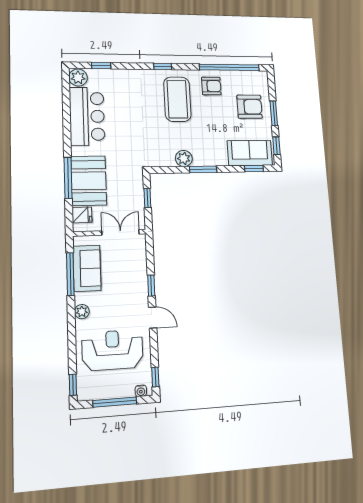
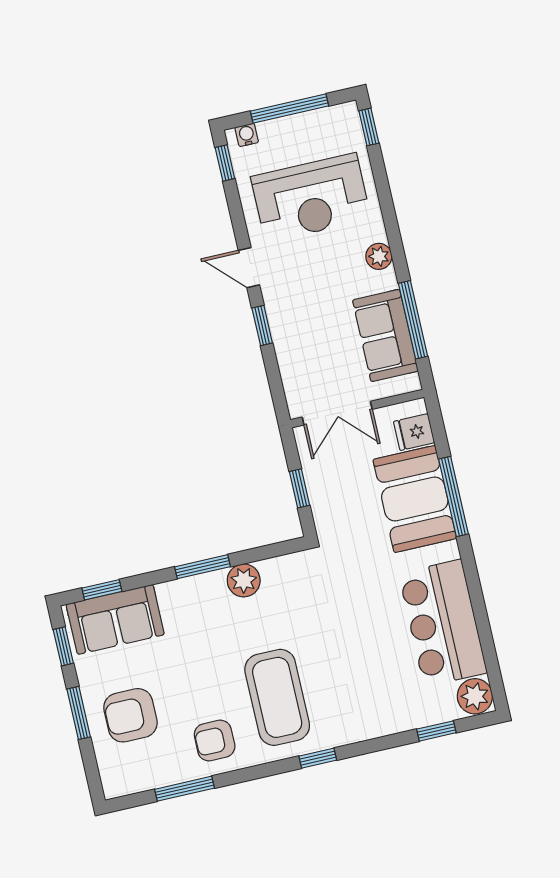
window: (229, 67) -> (184, 789), width x0.47

